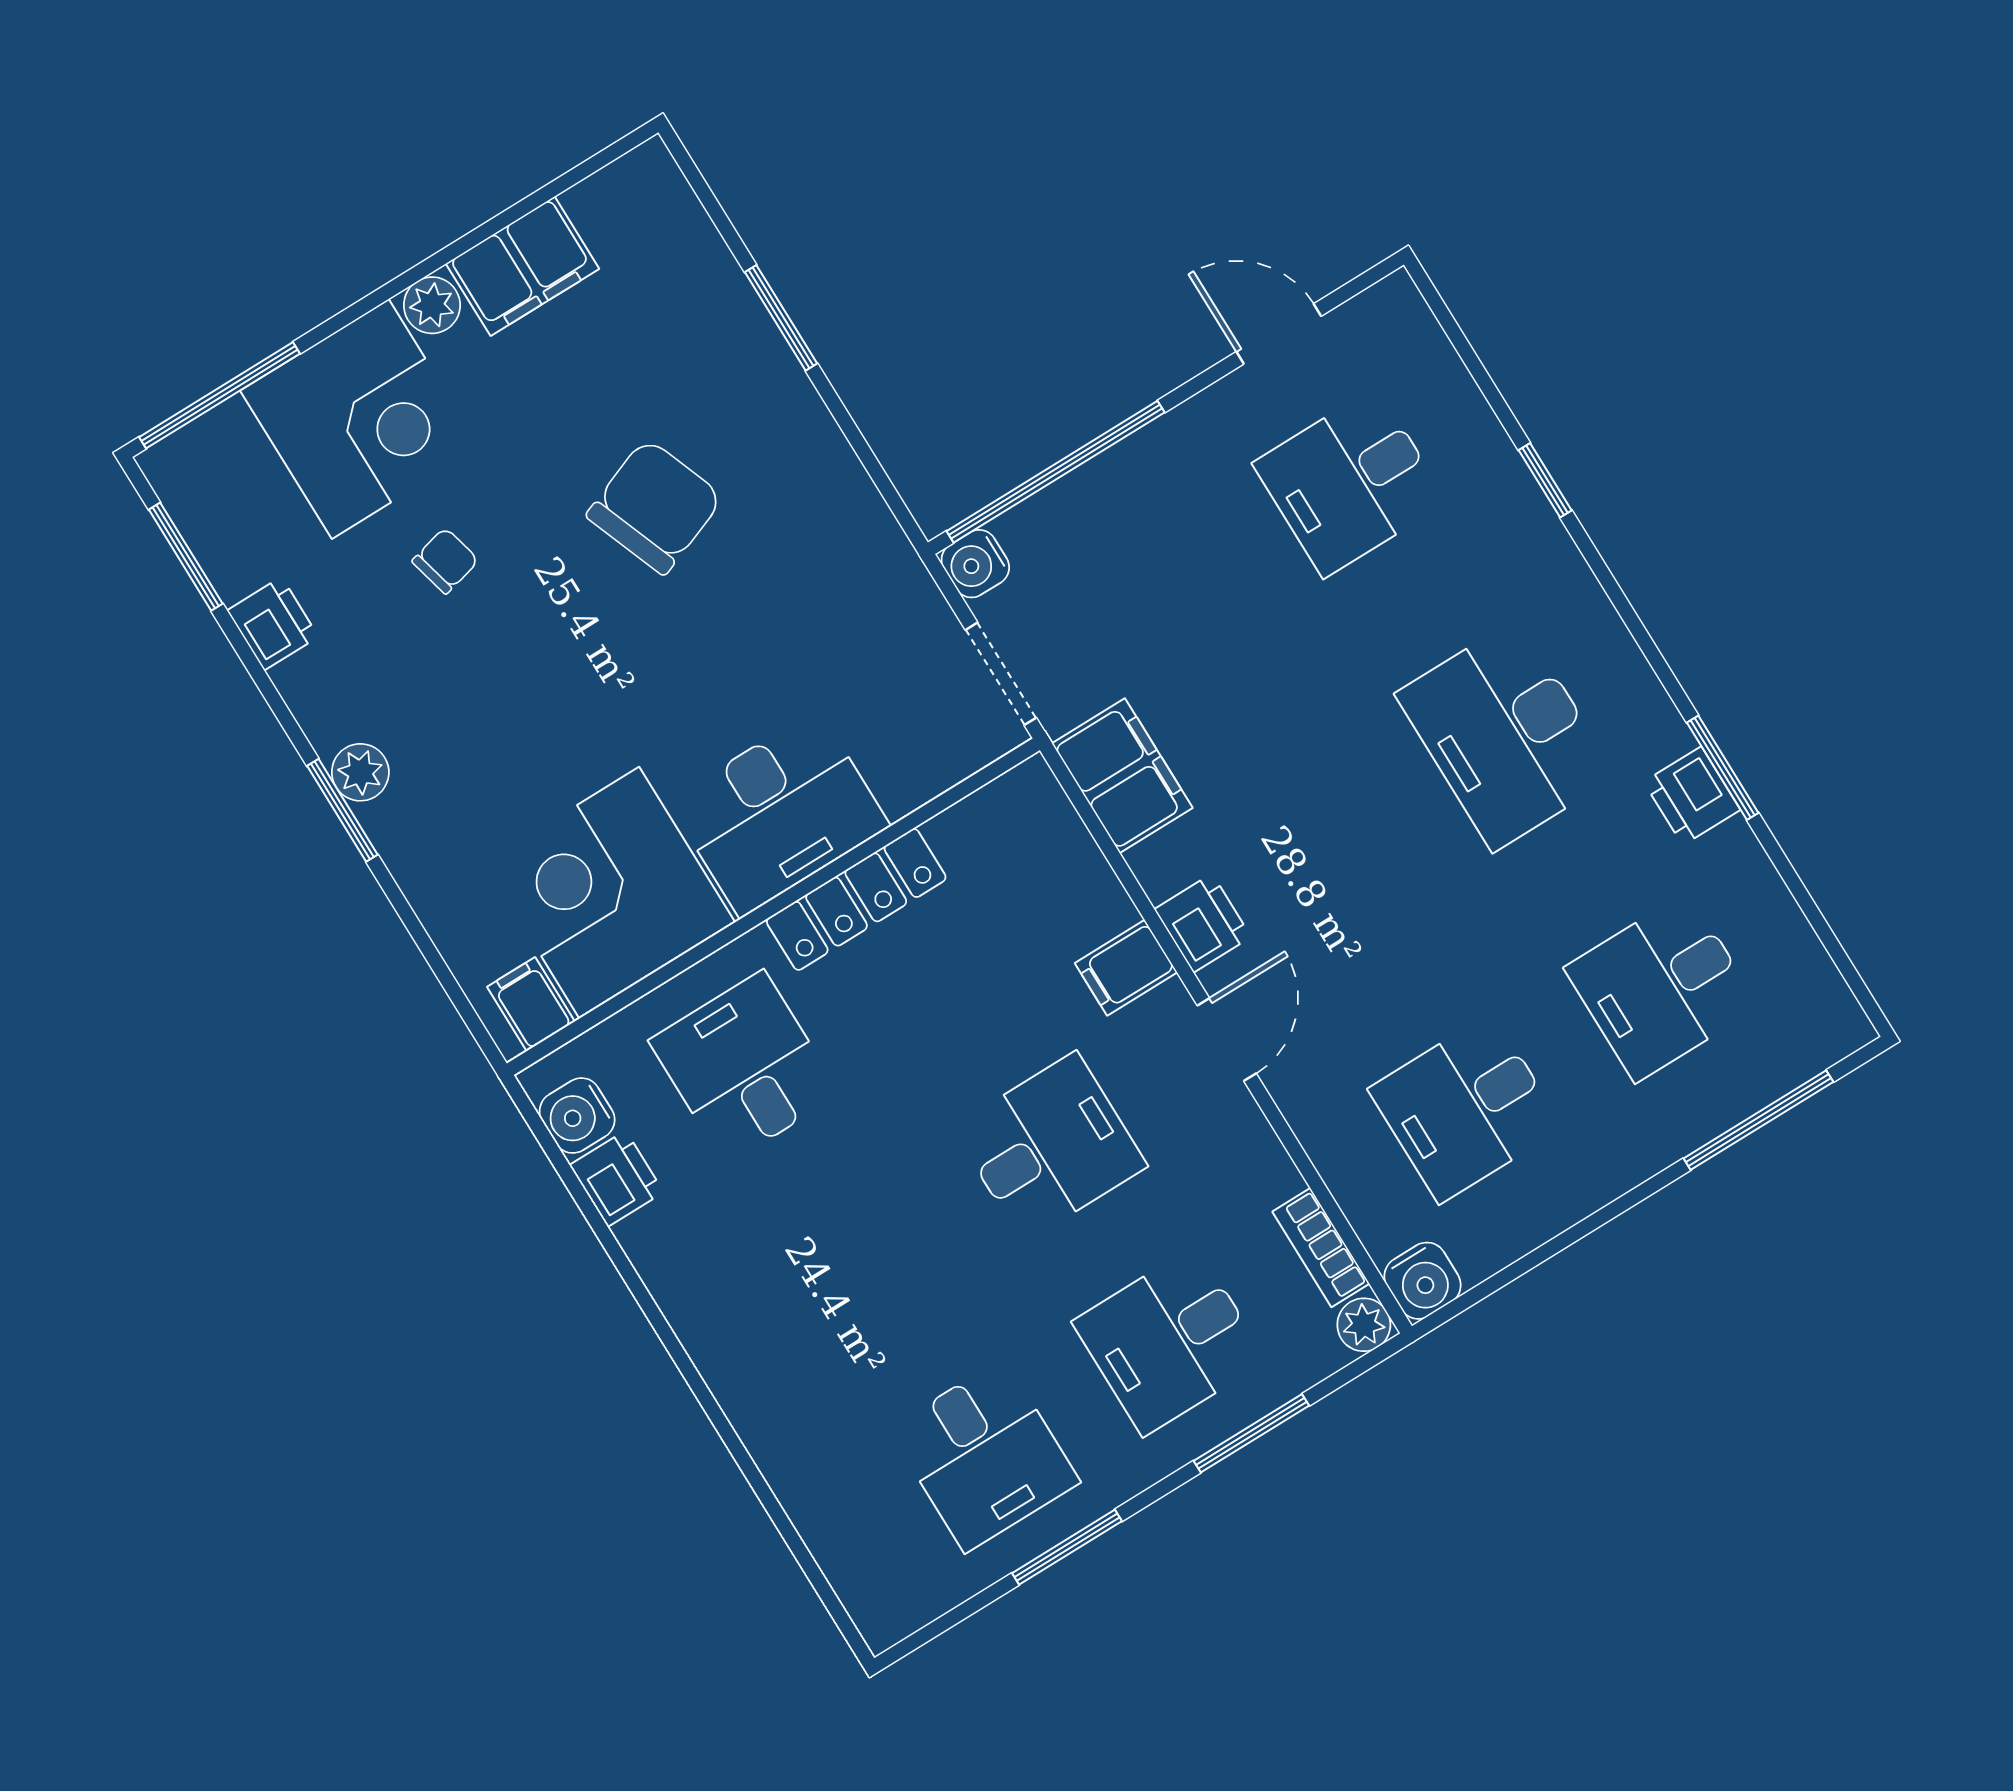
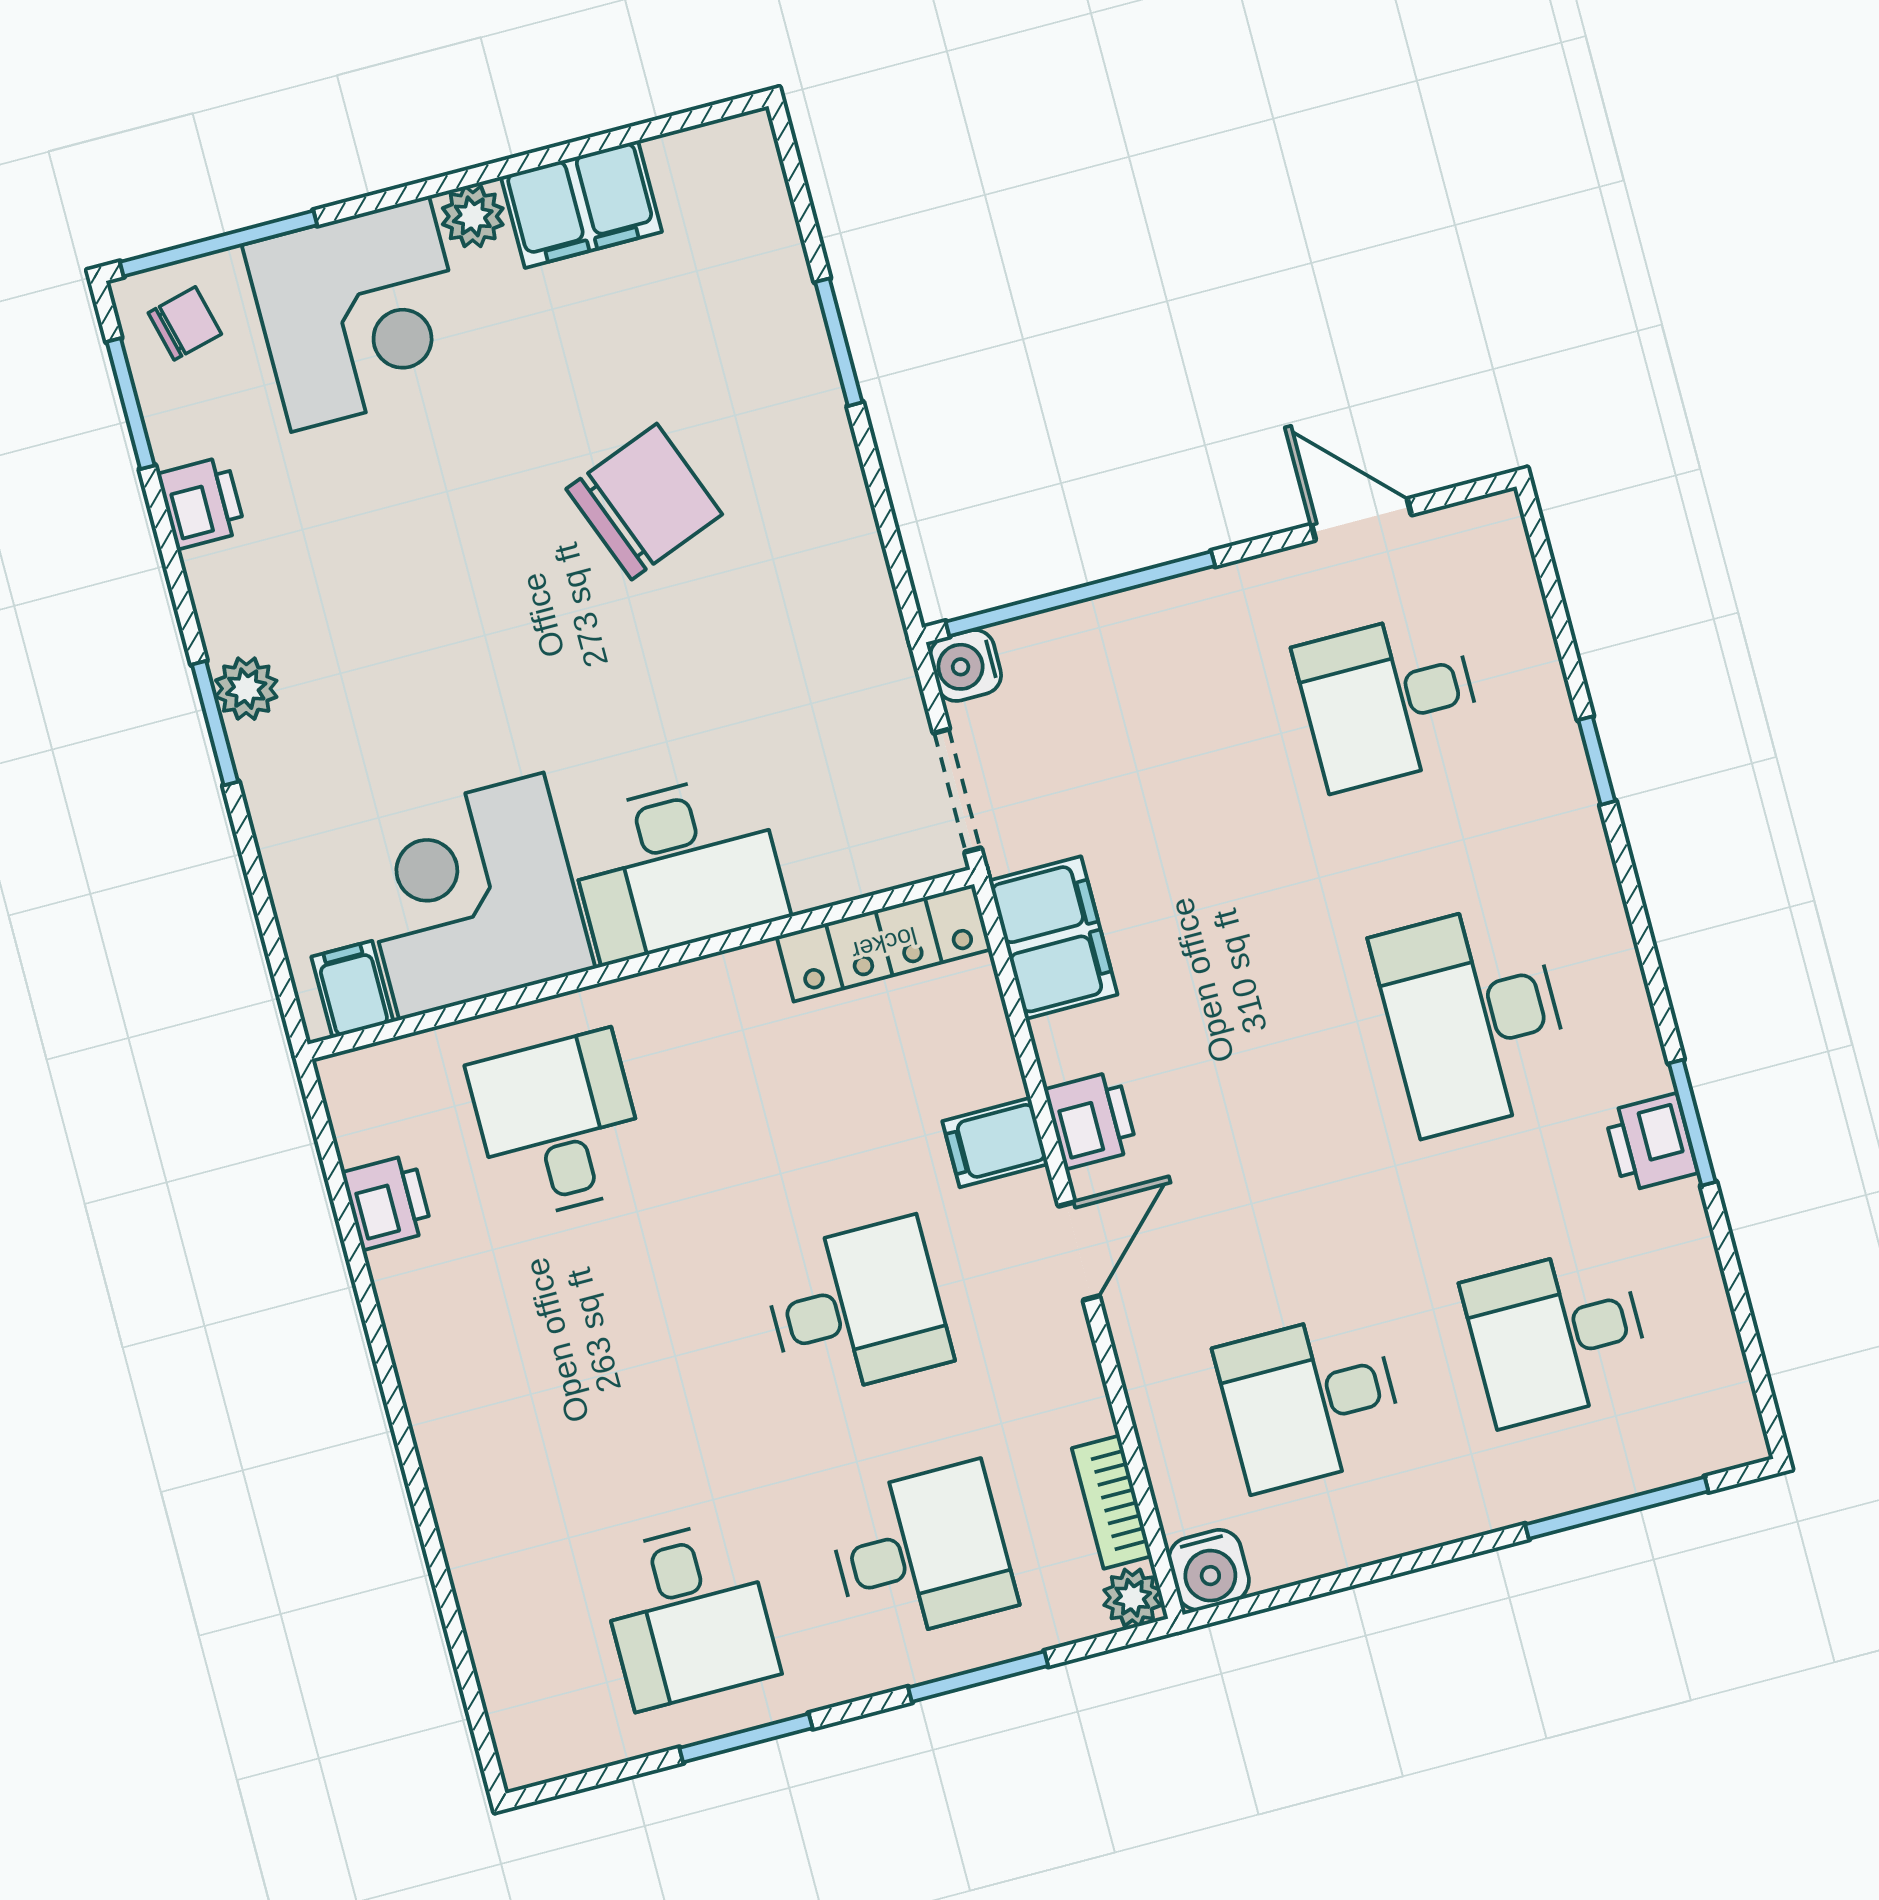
chair: (445, 561) -> (185, 323), moved
locker: (856, 899) -> (884, 943), moved
water cooler: (577, 1116) -> (366, 1122), removed
desk: (1170, 1341) -> (921, 1552), turned 180

